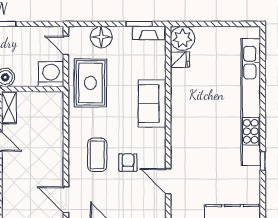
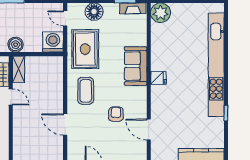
fridge: (180, 60) -> (158, 78), moved
coffee table: (97, 155) -> (86, 91), moved
door: (66, 200) -> (65, 125), moved

